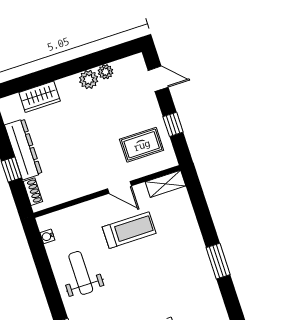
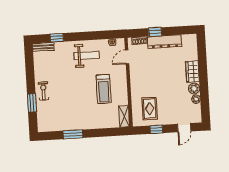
wardrobe: (40, 97) -> (192, 72), moved
door: (120, 187) -> (127, 57), moved

